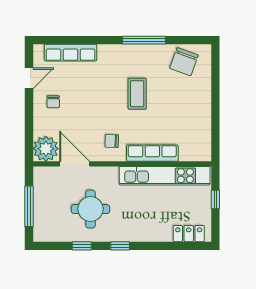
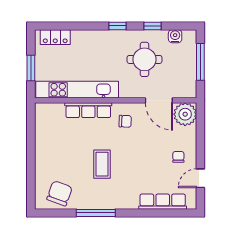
window: (215, 200) -> (31, 68), width x1.50
water cooler: (57, 235) -> (175, 36), added

